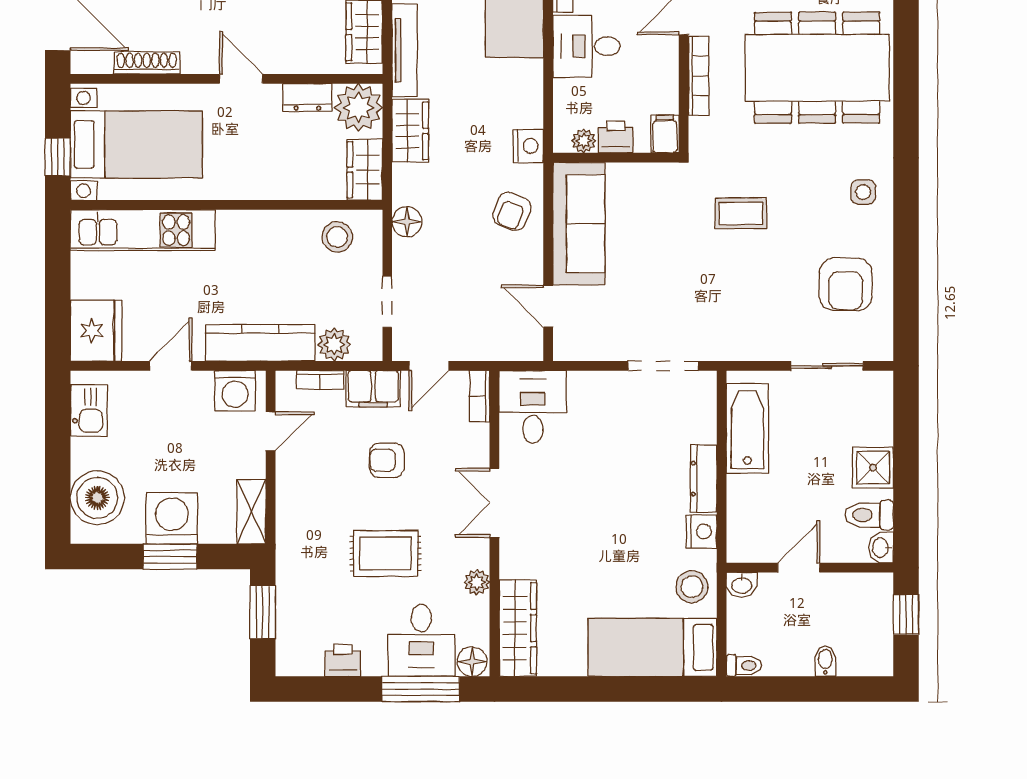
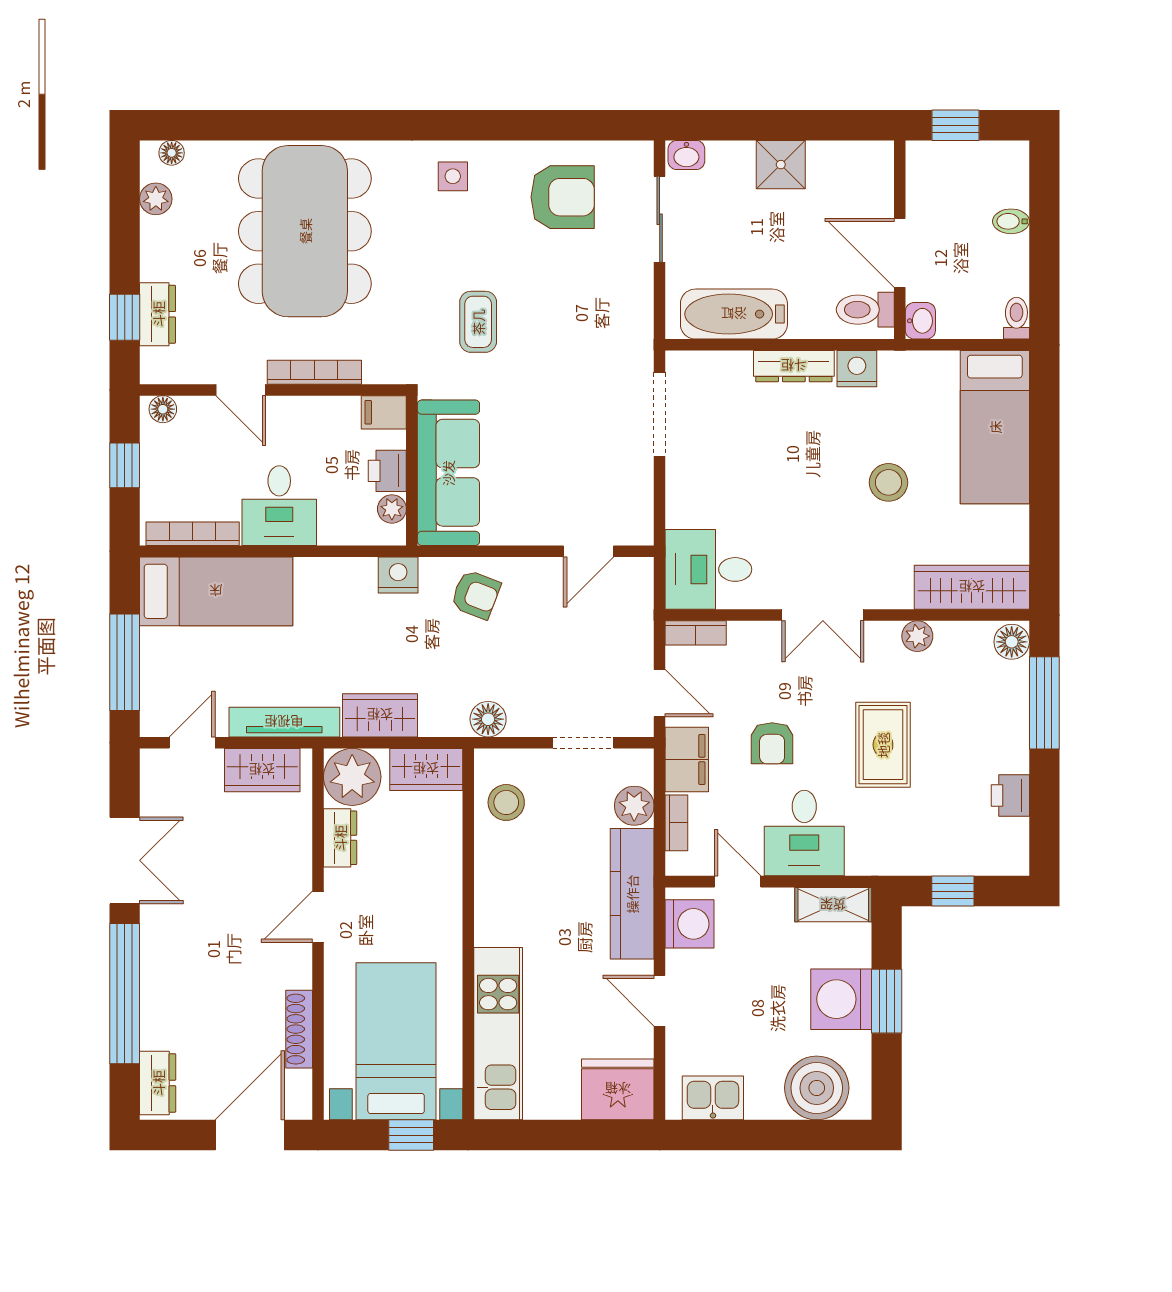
sofa: (579, 224) -> (448, 473), moved, turned 90
toilet: (869, 515) -> (865, 310), moved, turned 90
washbasin: (881, 548) -> (686, 155), moved
door: (799, 568) -> (900, 253), width x1.37
stool: (692, 587) -> (889, 482), moved
window: (263, 612) -> (953, 891), width x0.67
desk: (421, 640) -> (804, 833), moved, turned 90

